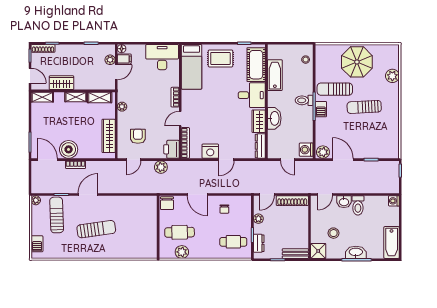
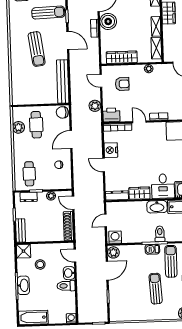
washbasin: (274, 118) -> (157, 207), moved
bench: (133, 202) -> (63, 81), added

